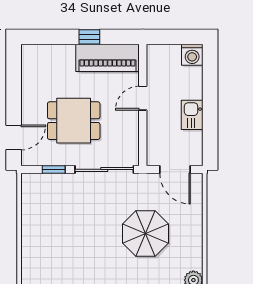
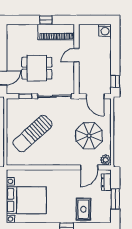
kitchen sink: (192, 115) -> (105, 65), removed
window: (210, 144) -> (115, 81), added
sun lounger: (66, 234) -> (32, 134), added
parasol: (146, 234) -> (89, 136), moved

